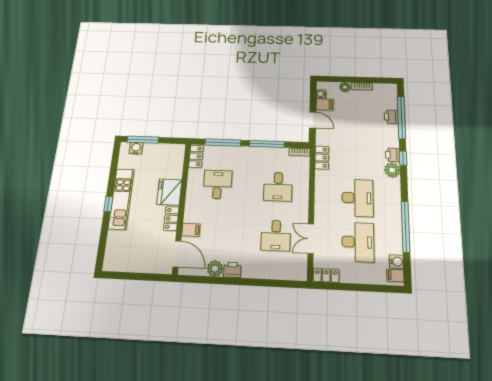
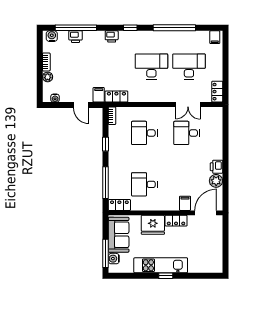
filing cabinet: (325, 104) -> (99, 95), moved
door: (313, 120) -> (81, 105), swing flipped
window: (267, 144) -> (106, 144), width x0.46
sofa: (162, 154) -> (119, 235), added
window: (403, 158) -> (130, 28), moved
plant: (392, 170) -> (126, 37), removed
desk: (278, 187) -> (144, 133), turned 180
desk: (276, 236) -> (187, 133), turned 180
water cooler: (396, 262) -> (52, 36), moved

